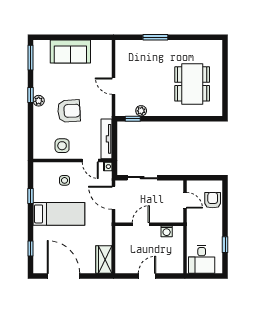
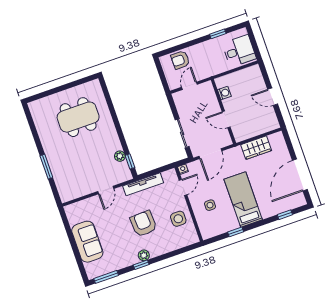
tv unit: (106, 139) -> (143, 184), moved
wardrobe: (104, 260) -> (256, 148), moved

